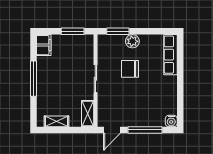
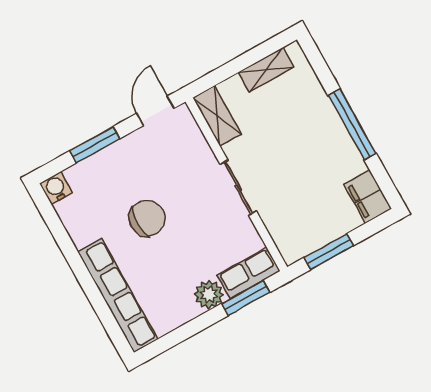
row of seats: (111, 41) -> (249, 273), added
row of seats: (170, 55) -> (118, 296), width x1.36
chair: (130, 69) -> (147, 218), moved
window: (145, 130) -> (95, 145), width x0.69

